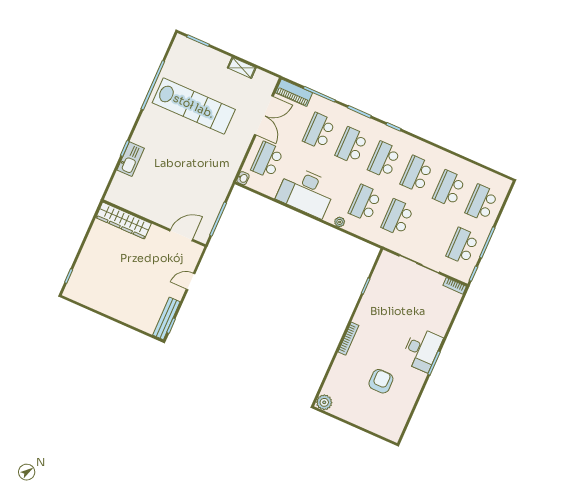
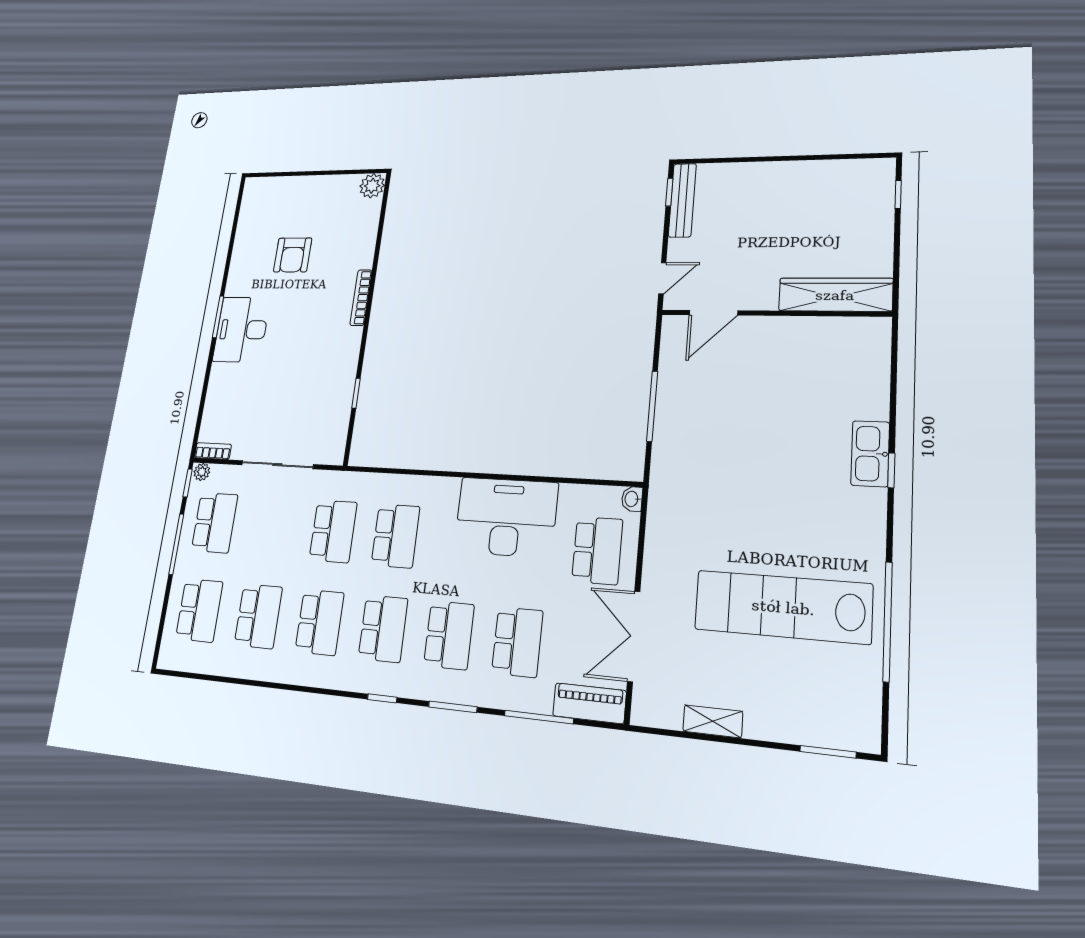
wardrobe: (124, 221) -> (835, 295), moved
plant: (340, 222) -> (202, 472), moved
wall: (154, 223) -> (774, 313), moved
door: (181, 235) -> (713, 313), moved

